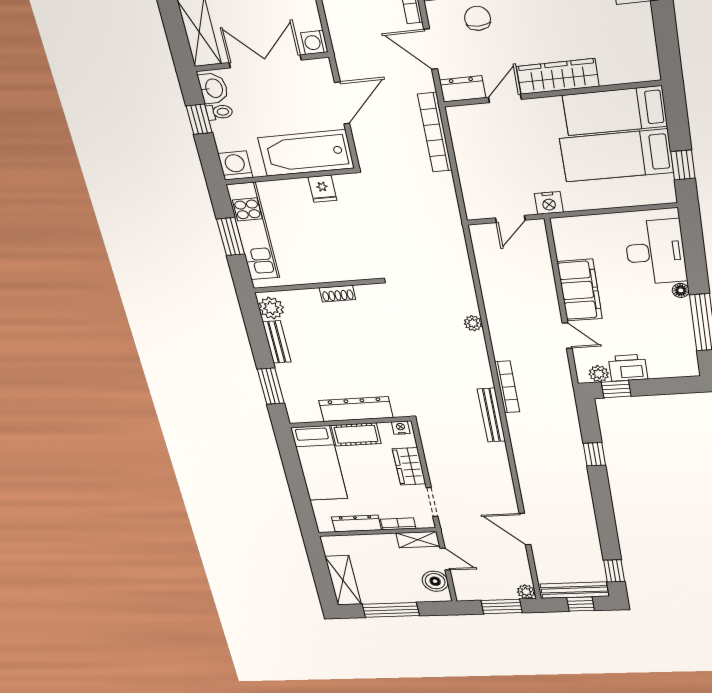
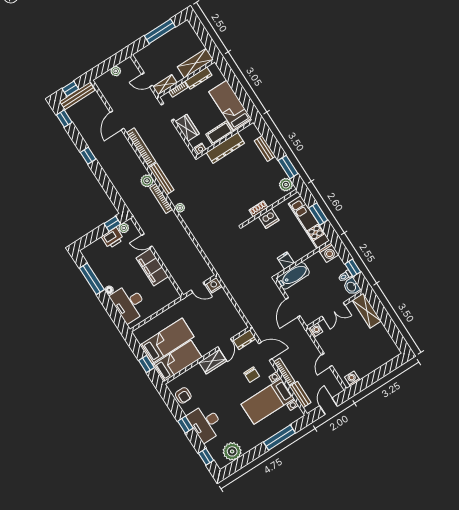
armchair: (635, 42) -> (183, 395), added
double door: (265, 61) -> (333, 311), width x0.73
wardrobe: (558, 76) -> (213, 362), width x0.67
bookcase: (435, 132) -> (141, 147), moved
bathtub: (306, 153) -> (293, 276), width x0.73, depth x0.73
window: (683, 165) -> (146, 364), moved
nightstand: (549, 203) -> (214, 285), moved
door: (510, 219) -> (198, 288), swing flipped
dishwasher: (325, 270) -> (269, 218), added
plant: (473, 323) -> (180, 208), moved
bench: (277, 342) -> (265, 149), moved
window: (271, 386) -> (288, 167), moved
plant: (519, 424) -> (147, 181), added
window: (594, 454) -> (88, 156), moved
door: (525, 529) -> (117, 120), swing flipped
shelving: (343, 580) -> (195, 63), moved, turned 90
boiler: (435, 581) -> (146, 63), removed
plant: (526, 592) -> (116, 71), moved
window: (502, 607) -> (107, 65), removed

